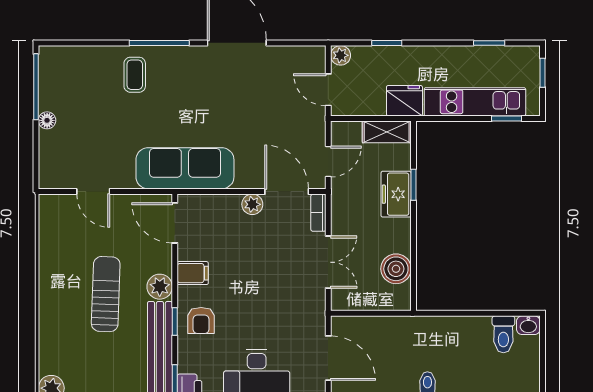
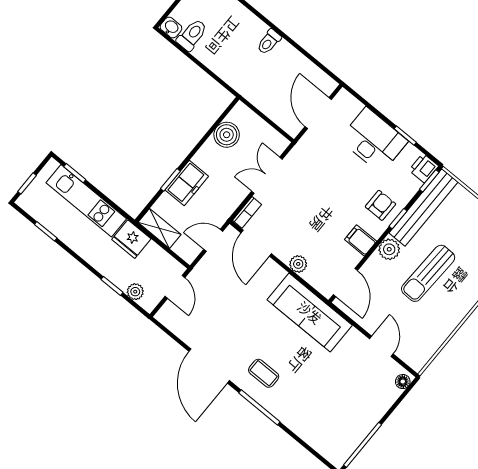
plant: (341, 55) -> (135, 292), moved
coffee table: (135, 75) -> (264, 373), moved, turned 90
floor lamp: (47, 120) -> (403, 382), moved
plant: (252, 204) -> (298, 264), moved

